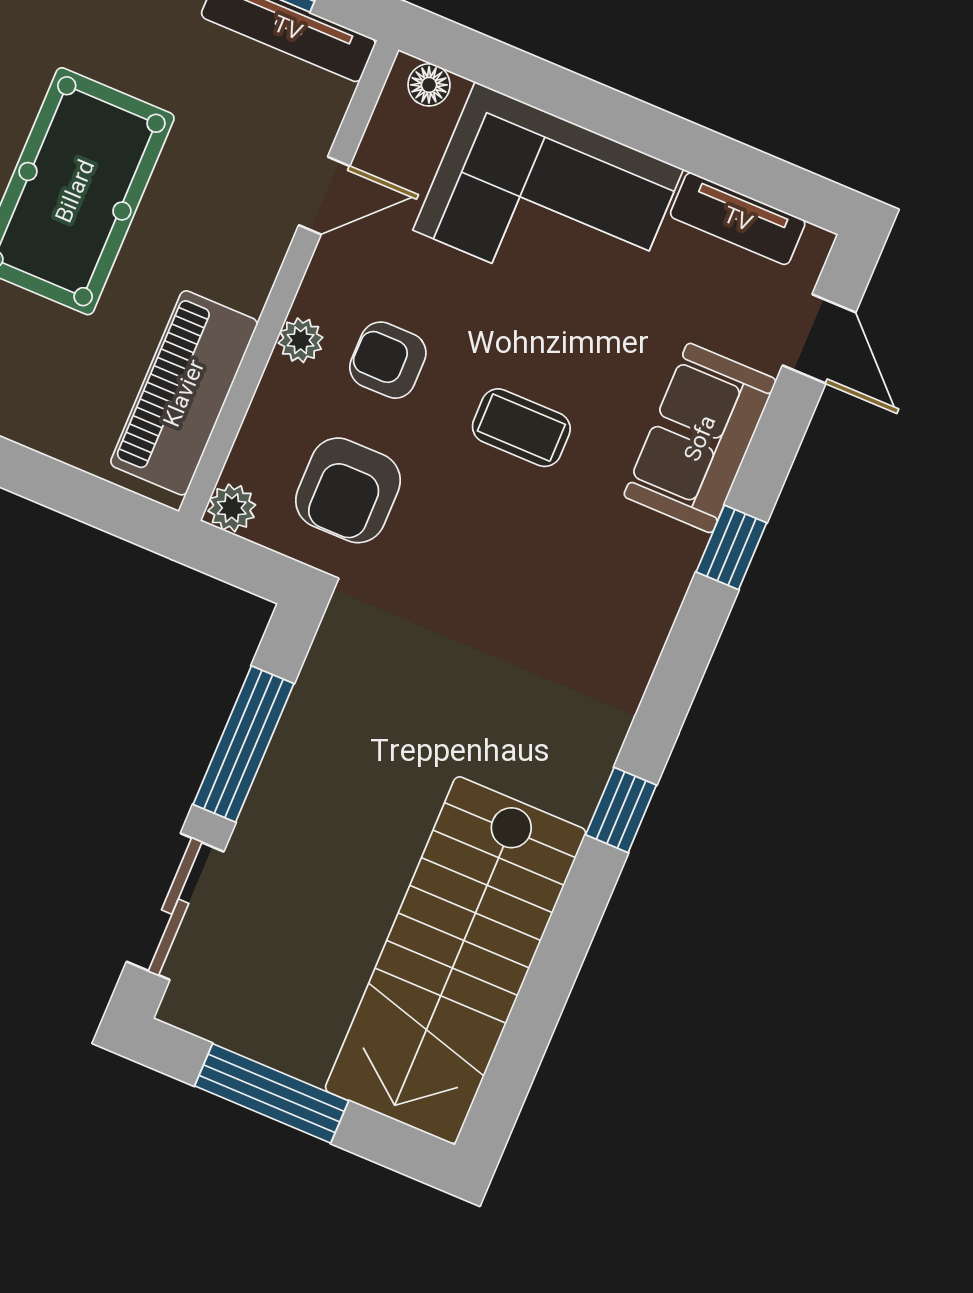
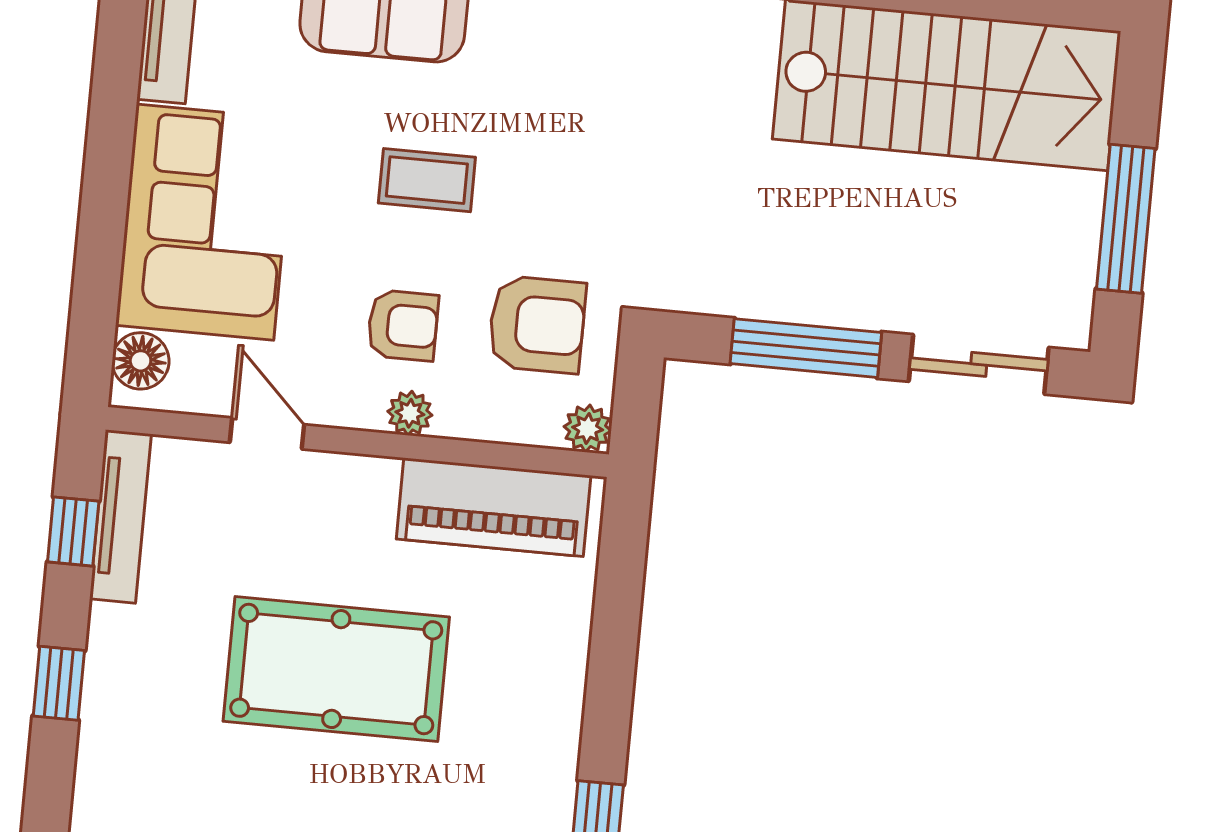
floor lamp: (429, 85) -> (141, 361), width x1.37, depth x1.37
armchair: (388, 360) -> (403, 325), turned -90
coffee table: (521, 428) -> (427, 180), turned 90

